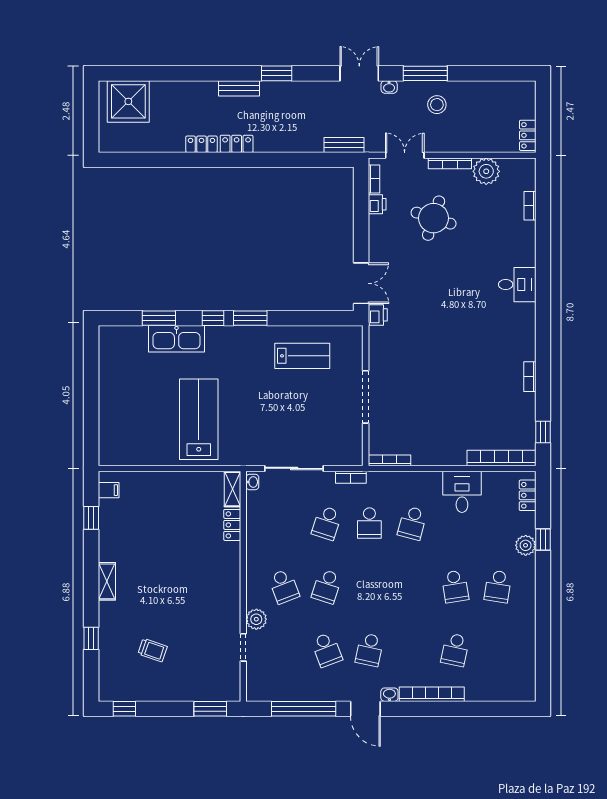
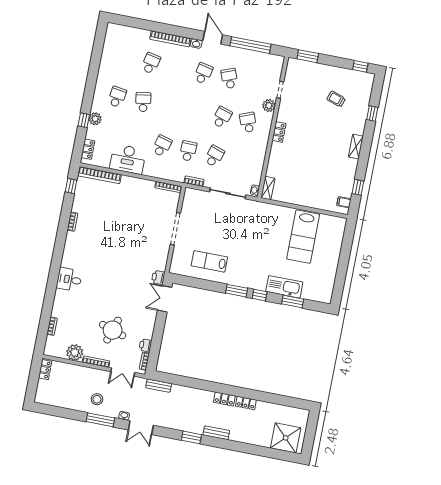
lab bench: (199, 419) -> (303, 237), moved
desk: (462, 492) -> (128, 159), width x1.37
locker: (232, 525) -> (279, 132), moved

